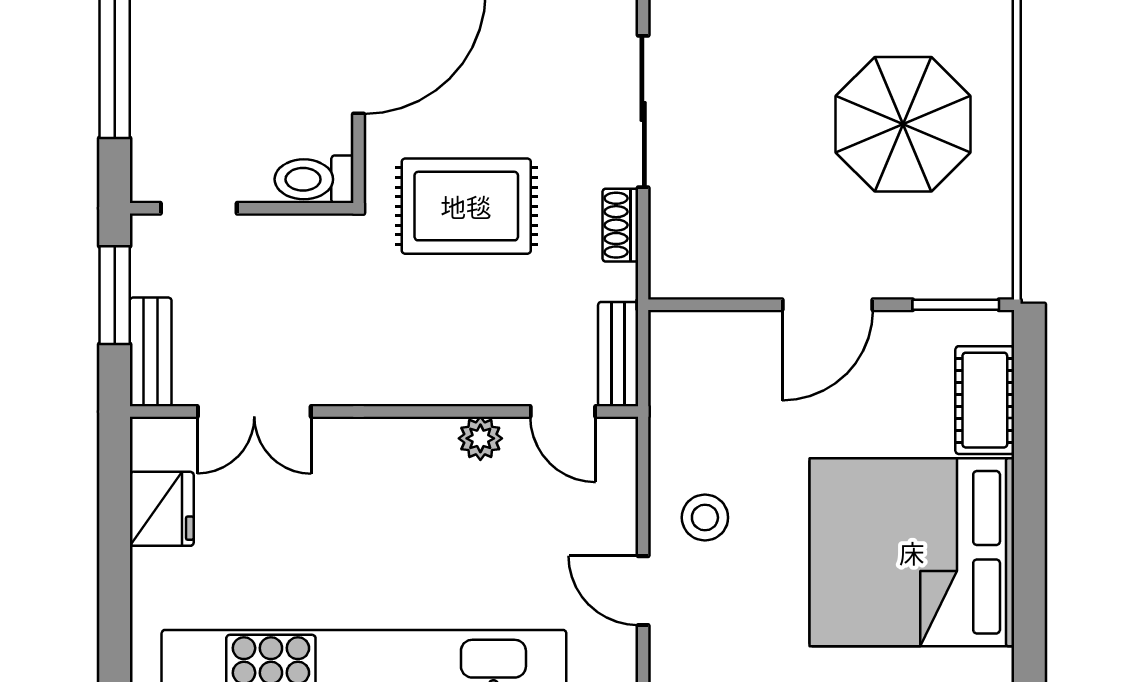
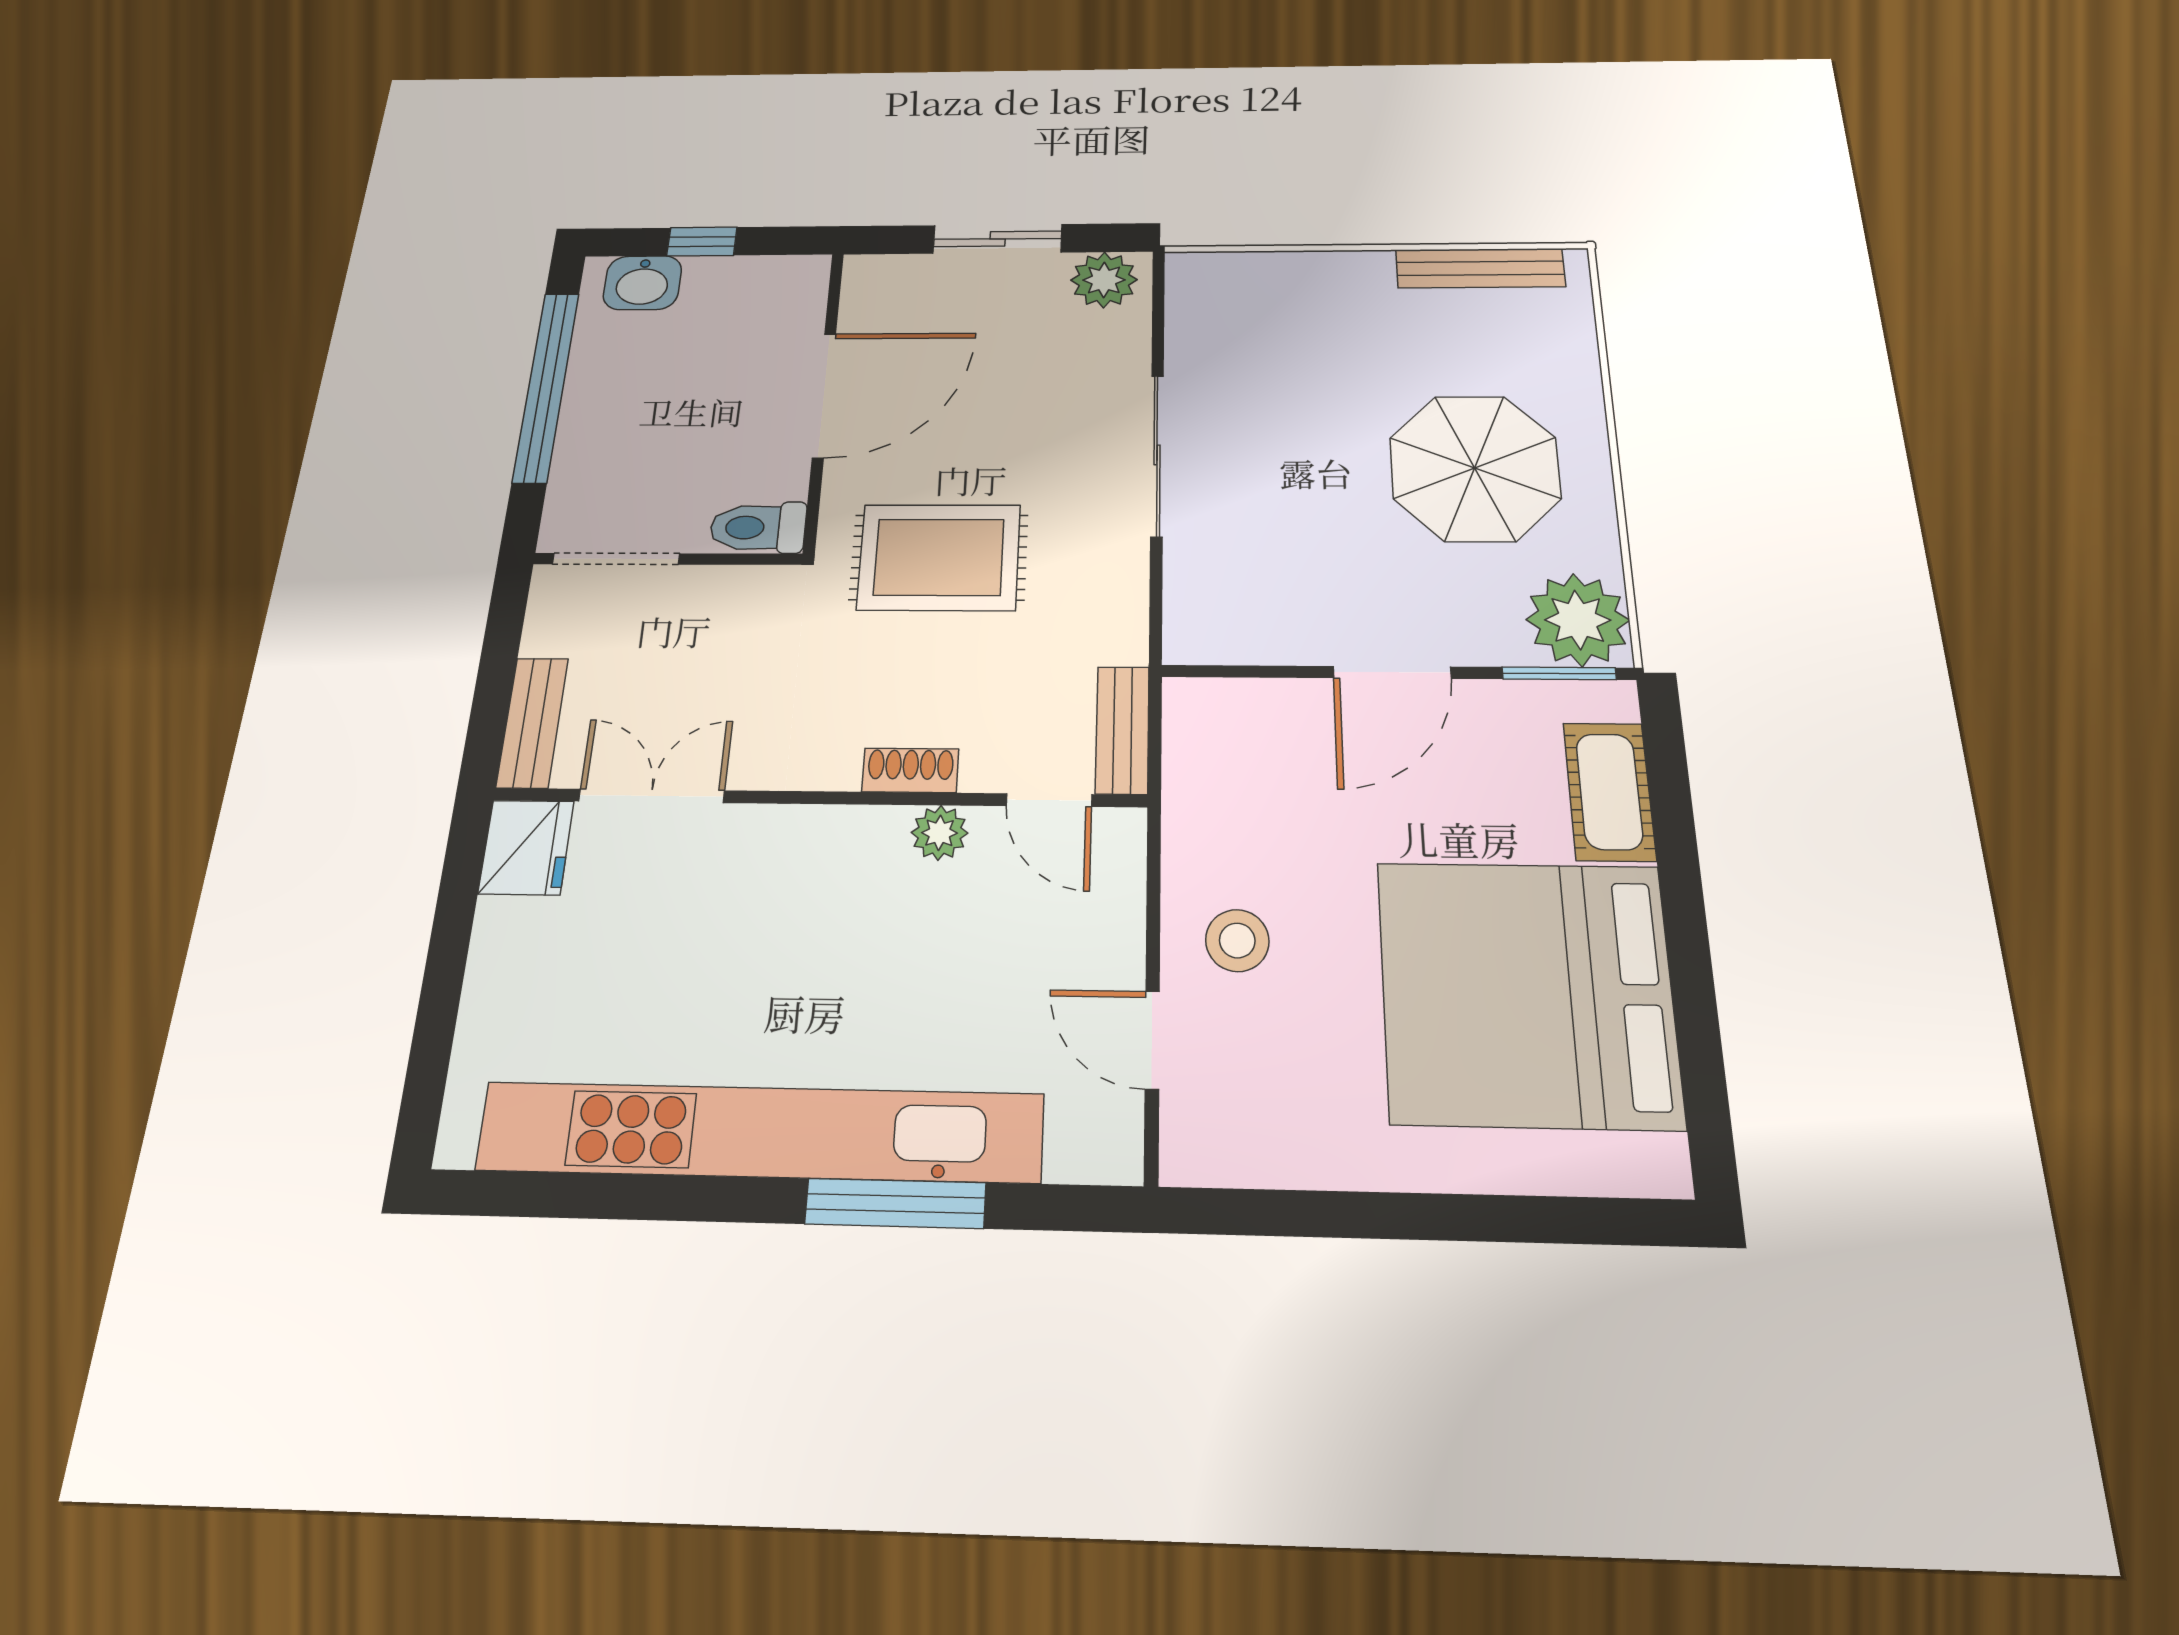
doorway: (199, 208) -> (616, 559), width x1.38
shoe rack: (620, 225) -> (910, 770), moved, turned 90
plant: (974, 260) -> (1578, 620), added
window: (115, 295) -> (499, 656), removed
double door: (254, 412) -> (652, 796), swing flipped
fridge: (162, 509) -> (526, 847), moved

